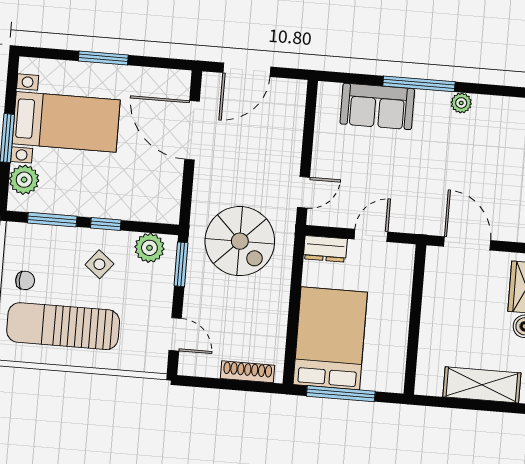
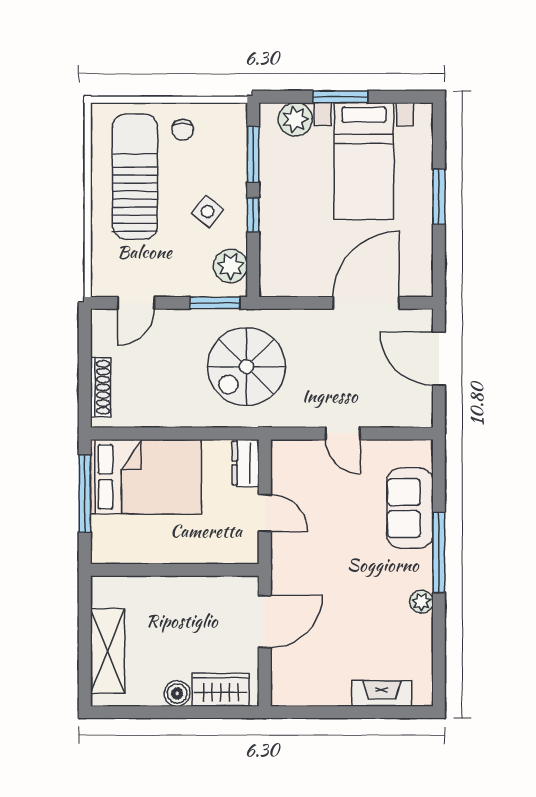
door: (304, 192) -> (343, 433), moved

